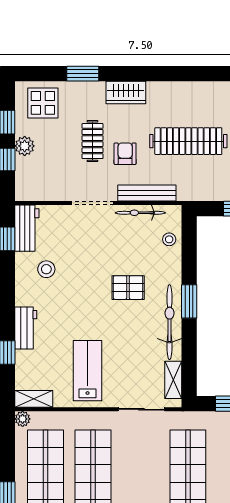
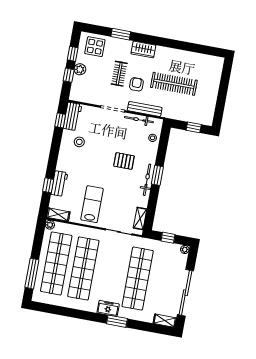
bicycle: (169, 322) -> (147, 180), width x0.73, depth x0.71
workbench: (26, 328) -> (59, 184), moved

